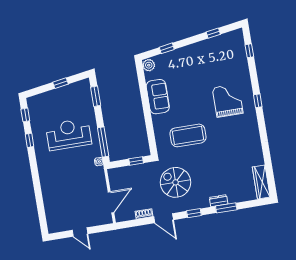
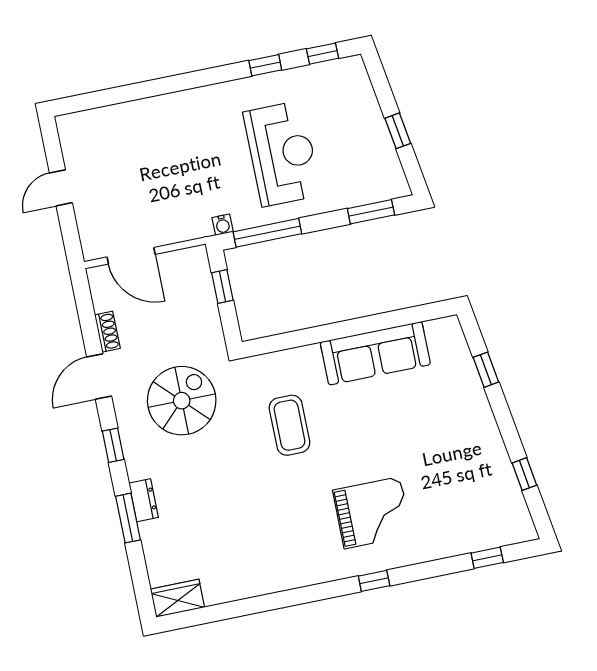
plant: (149, 65) -> (446, 330), removed
sofa: (158, 97) -> (375, 353), width x1.36
coffee table: (188, 135) -> (289, 425), width x0.73, depth x0.76
window: (136, 161) -> (222, 287), moved
wardrobe: (261, 182) -> (178, 598), width x0.67

